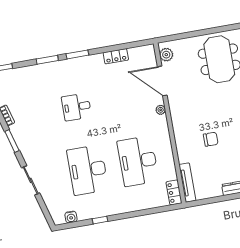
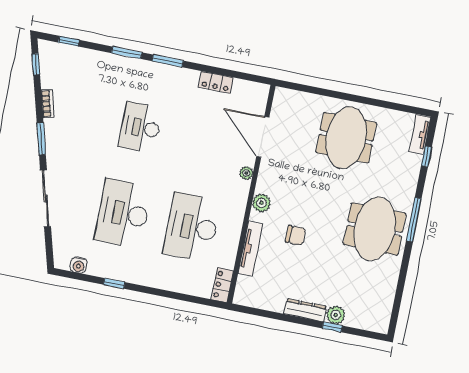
plant: (166, 55) -> (261, 203), moved
desk: (76, 107) -> (140, 127), width x1.37
sliding door: (31, 180) -> (46, 198), width x1.37
tv unit: (187, 183) -> (250, 249), moved

